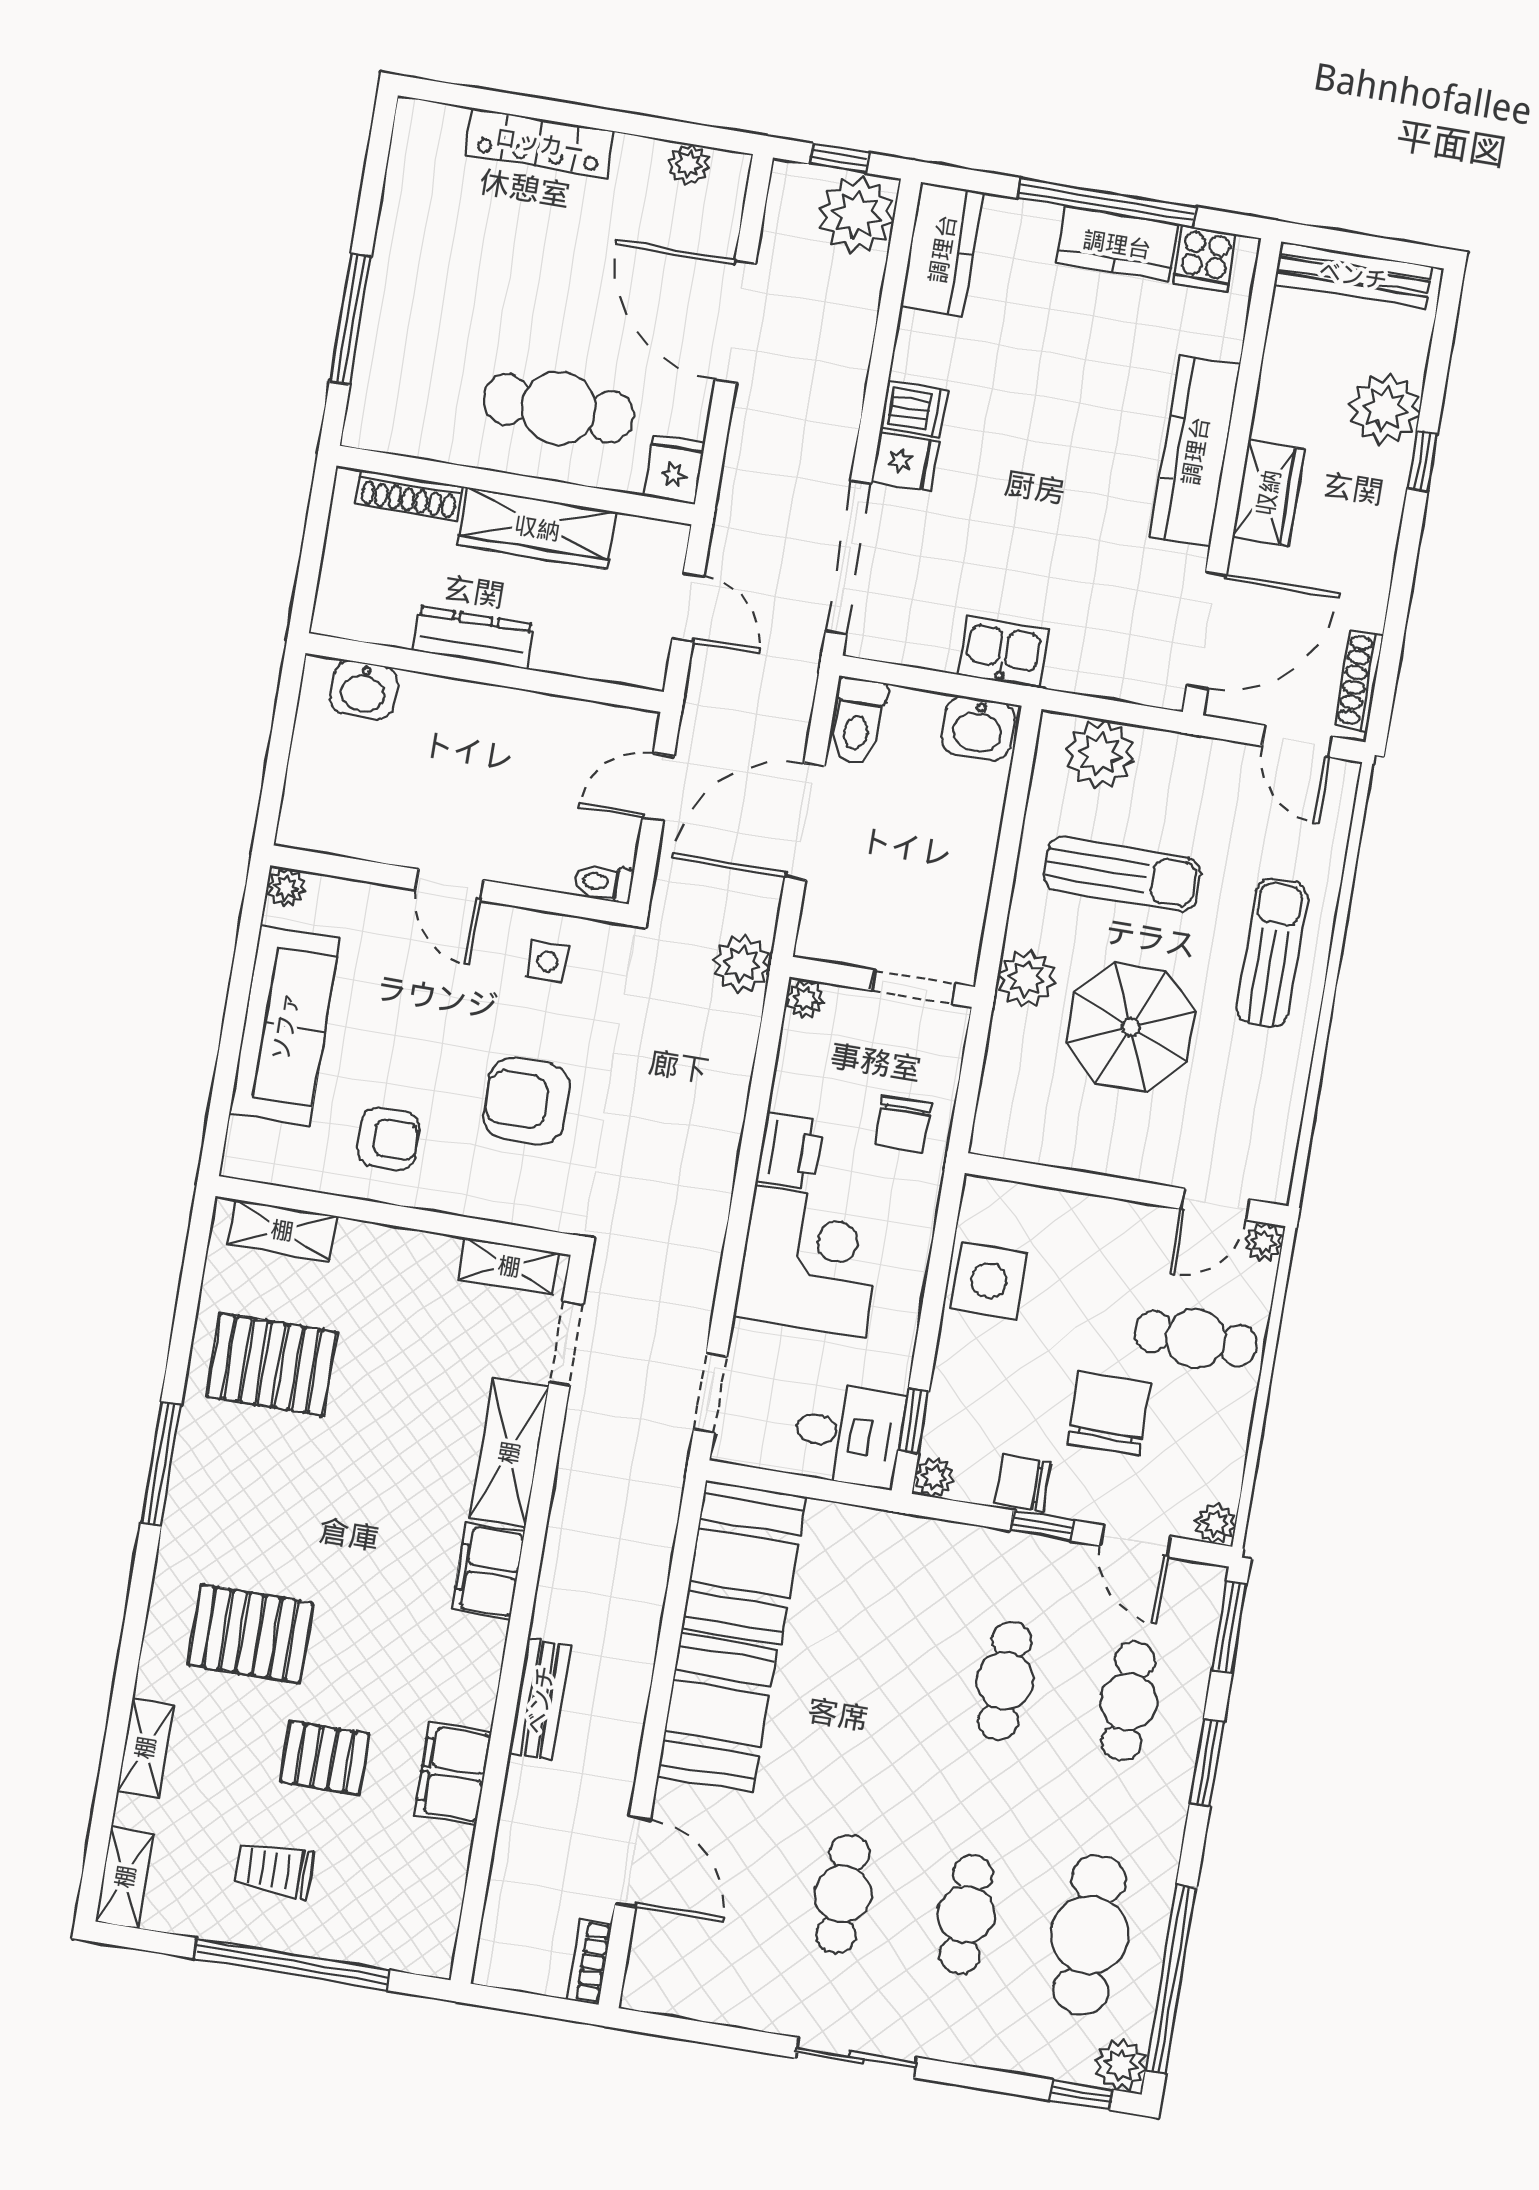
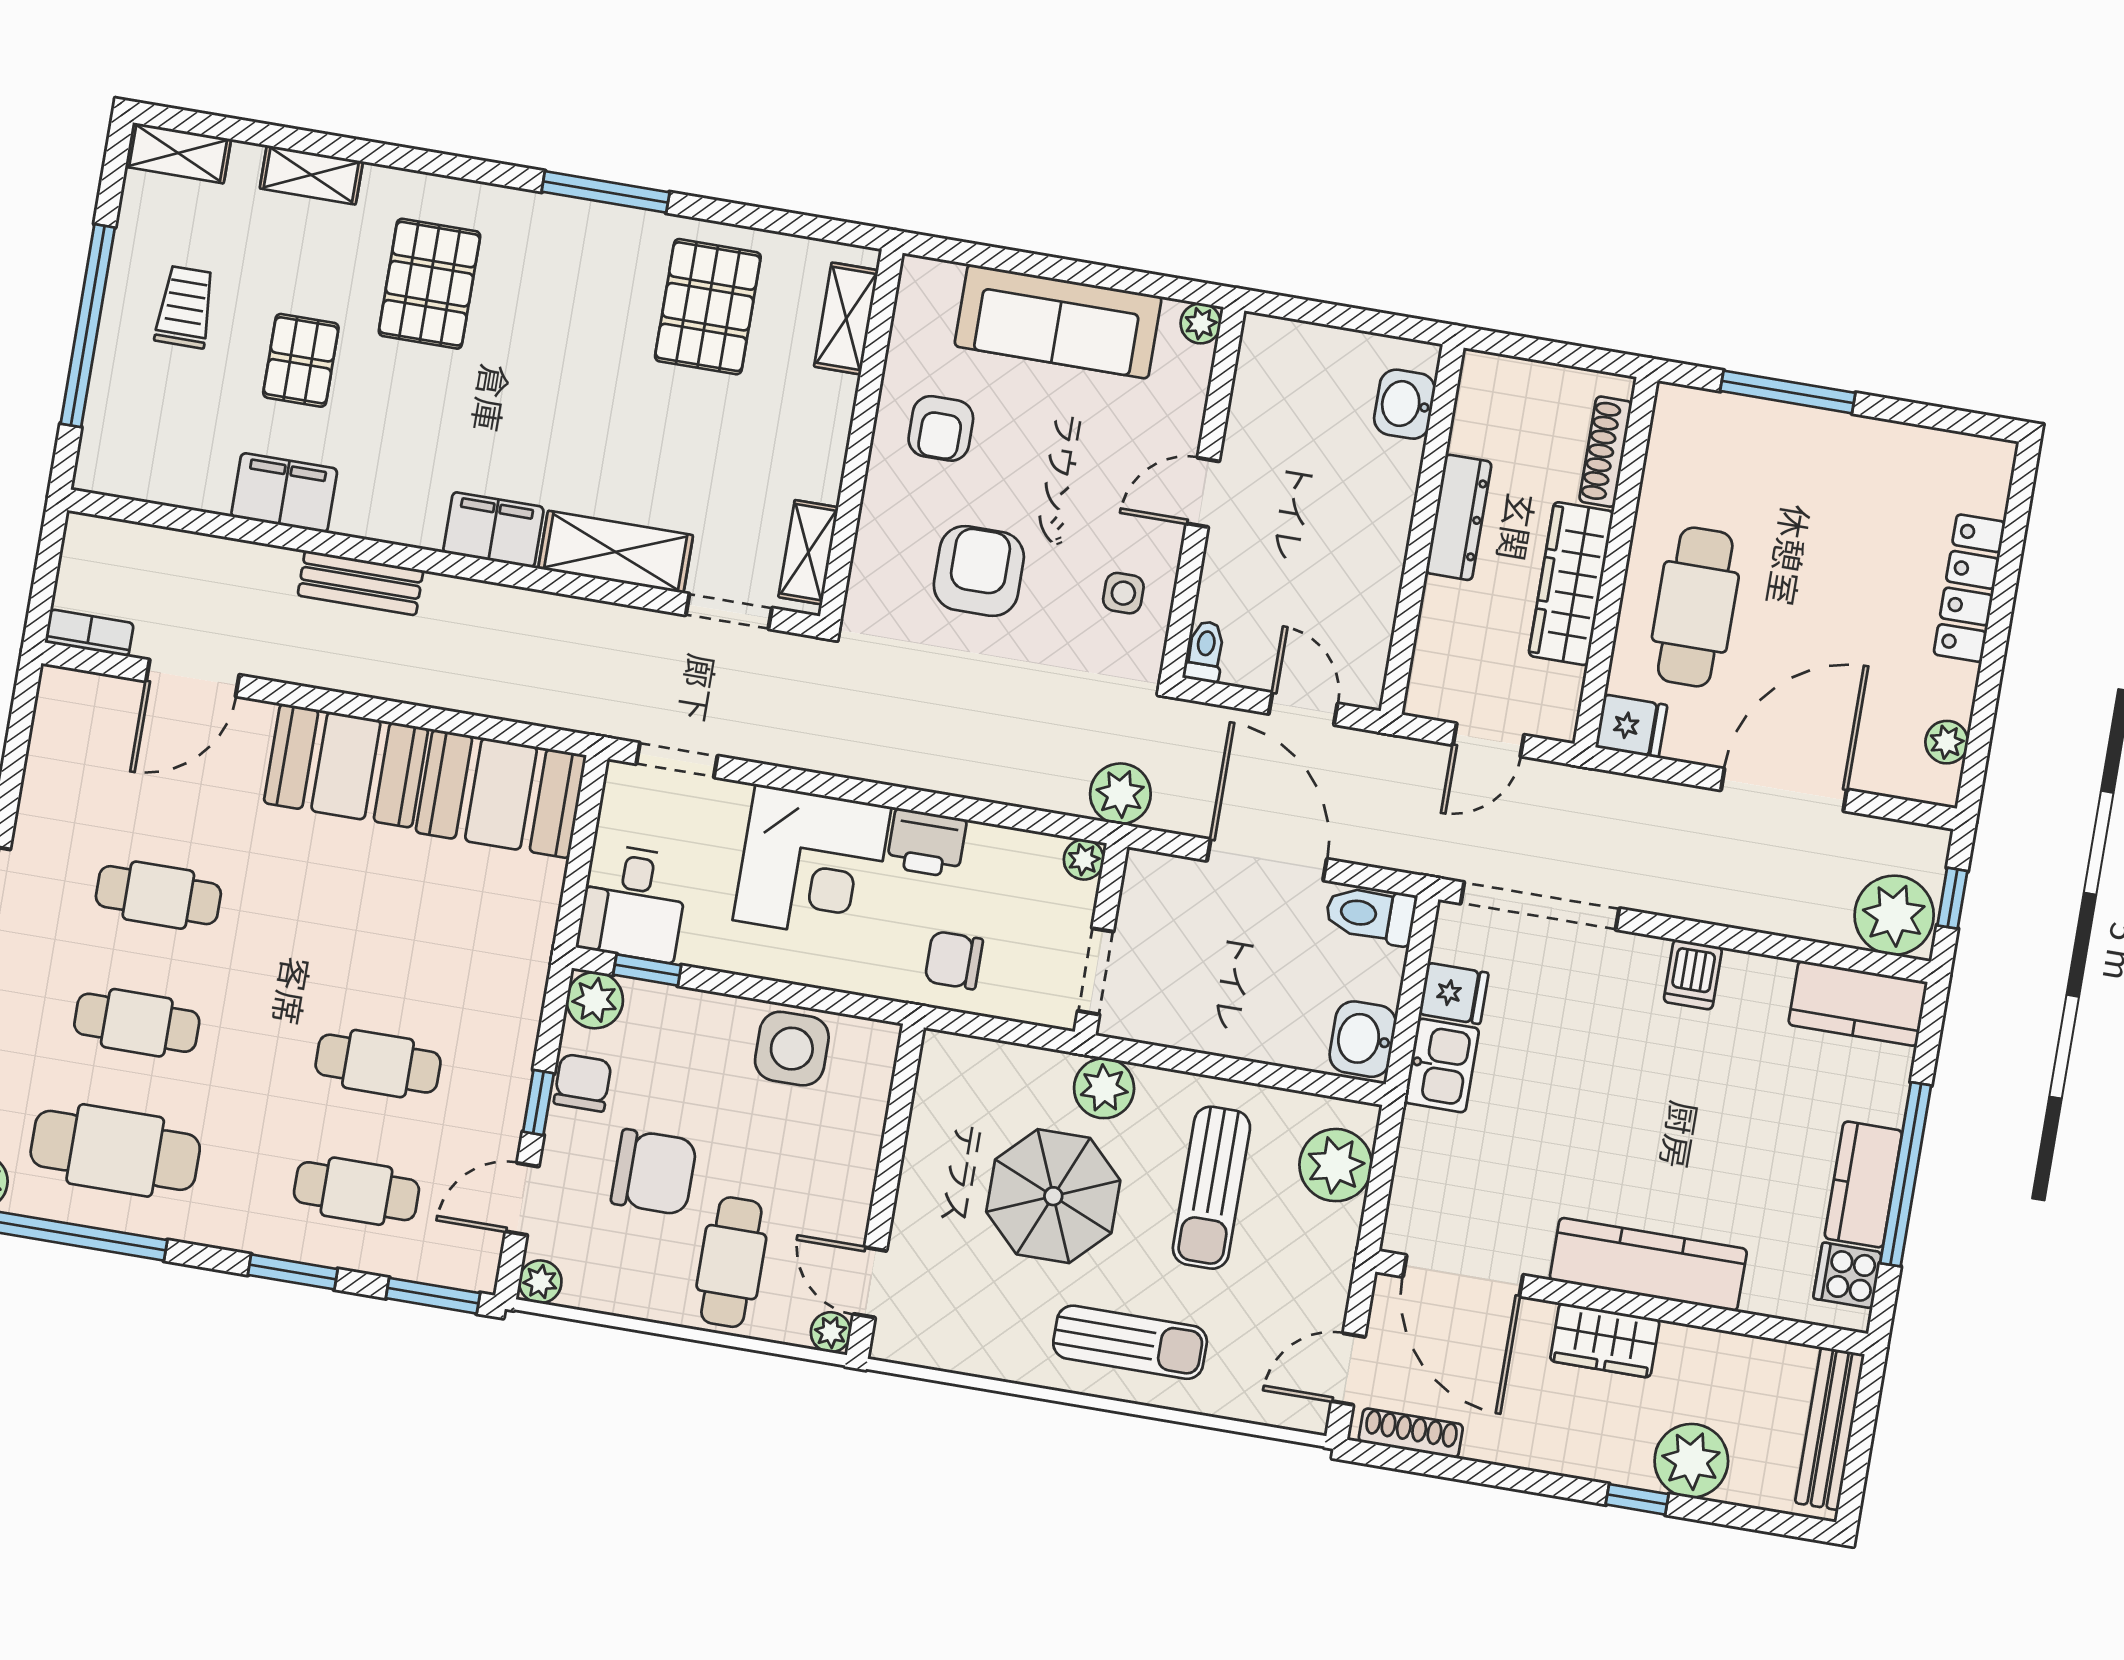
fridge: (905, 461) -> (1454, 993), moved, turned -90
plant: (934, 1477) -> (595, 1000), width x1.38, depth x1.38

